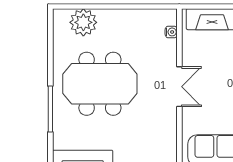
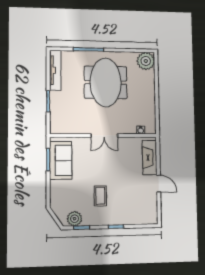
plant: (83, 22) -> (146, 61), moved

